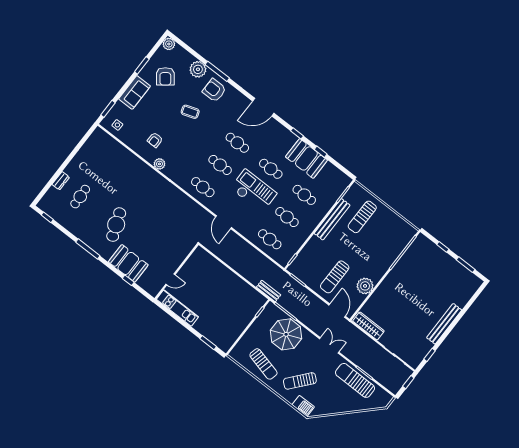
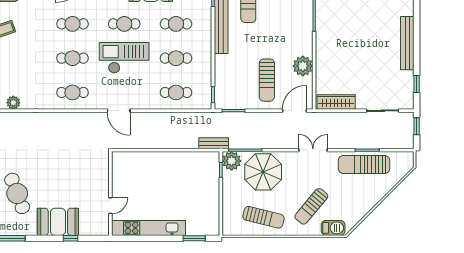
kitchen unit: (177, 308) -> (149, 228), width x1.36
plant: (271, 311) -> (232, 161), added
door: (337, 311) -> (295, 111), hinge flipped

